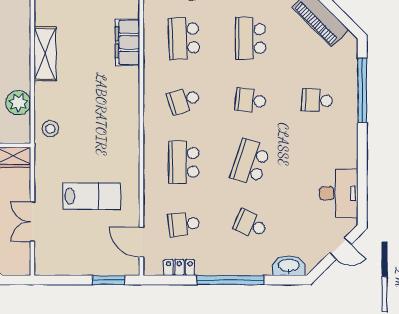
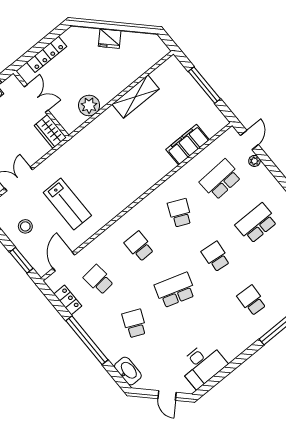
school desk: (184, 100) -> (180, 213), turned 42
stool: (50, 129) -> (25, 226), moved
school desk: (184, 162) -> (139, 246), width x0.54

